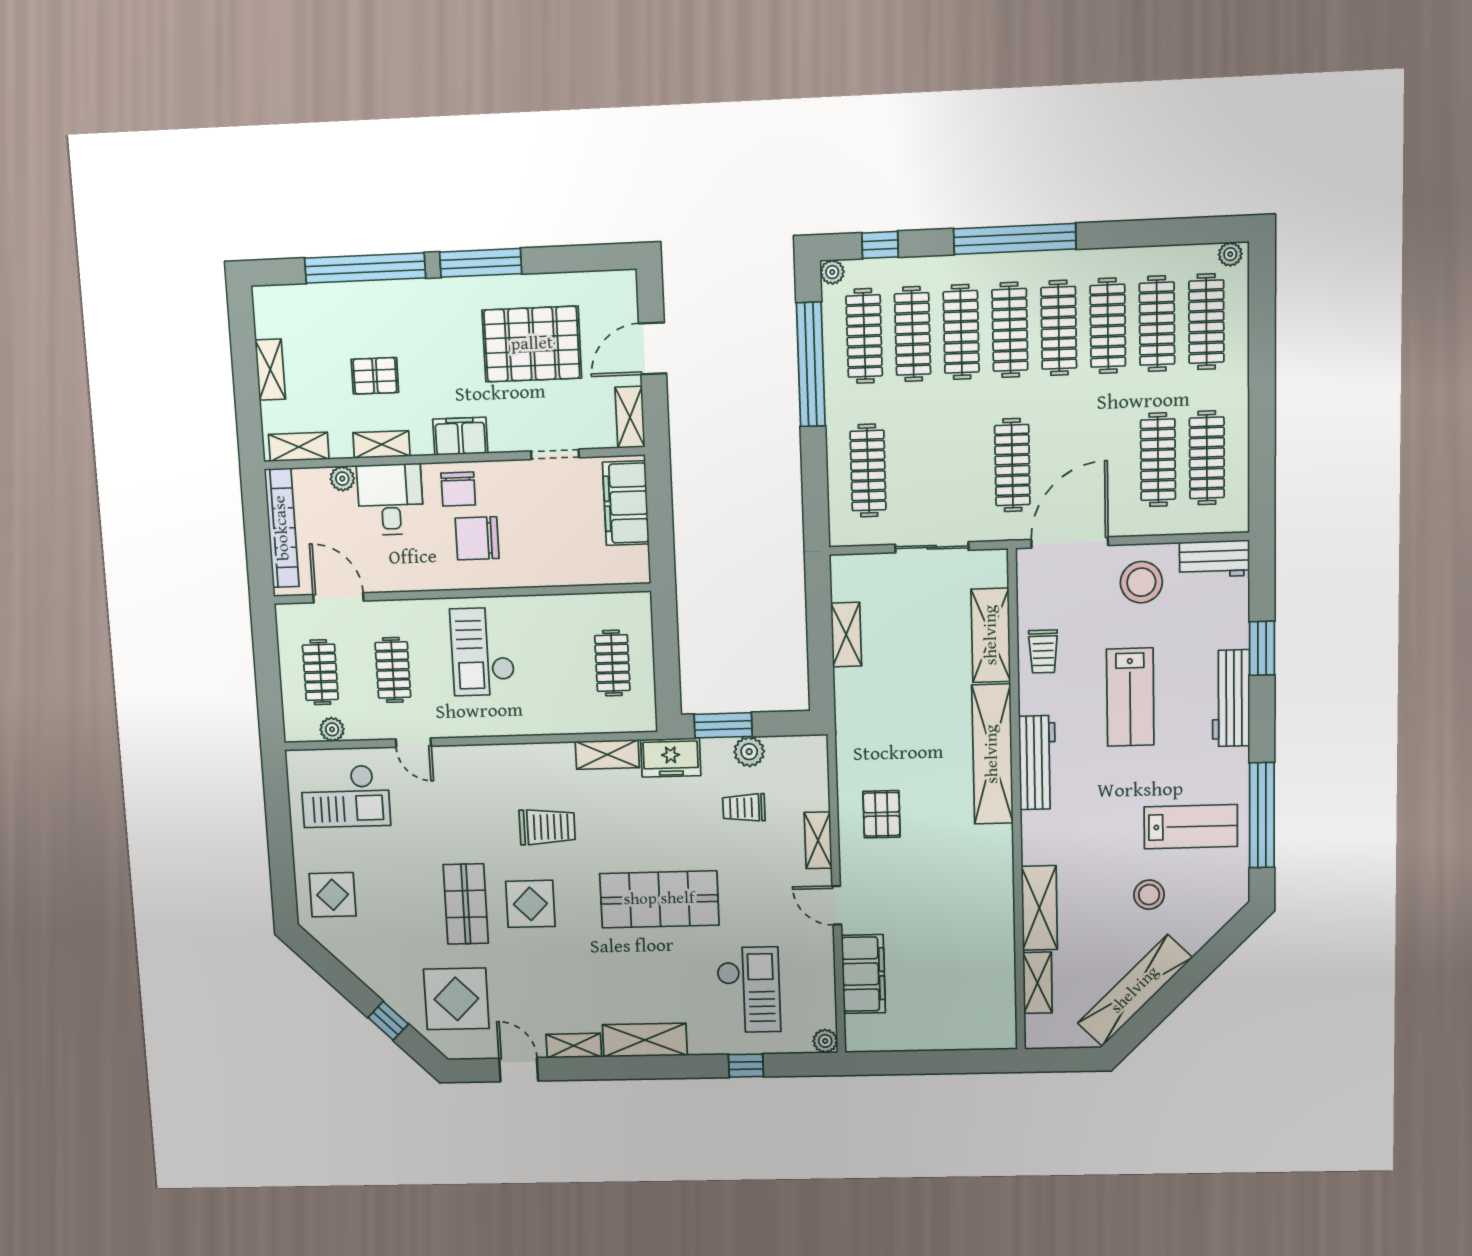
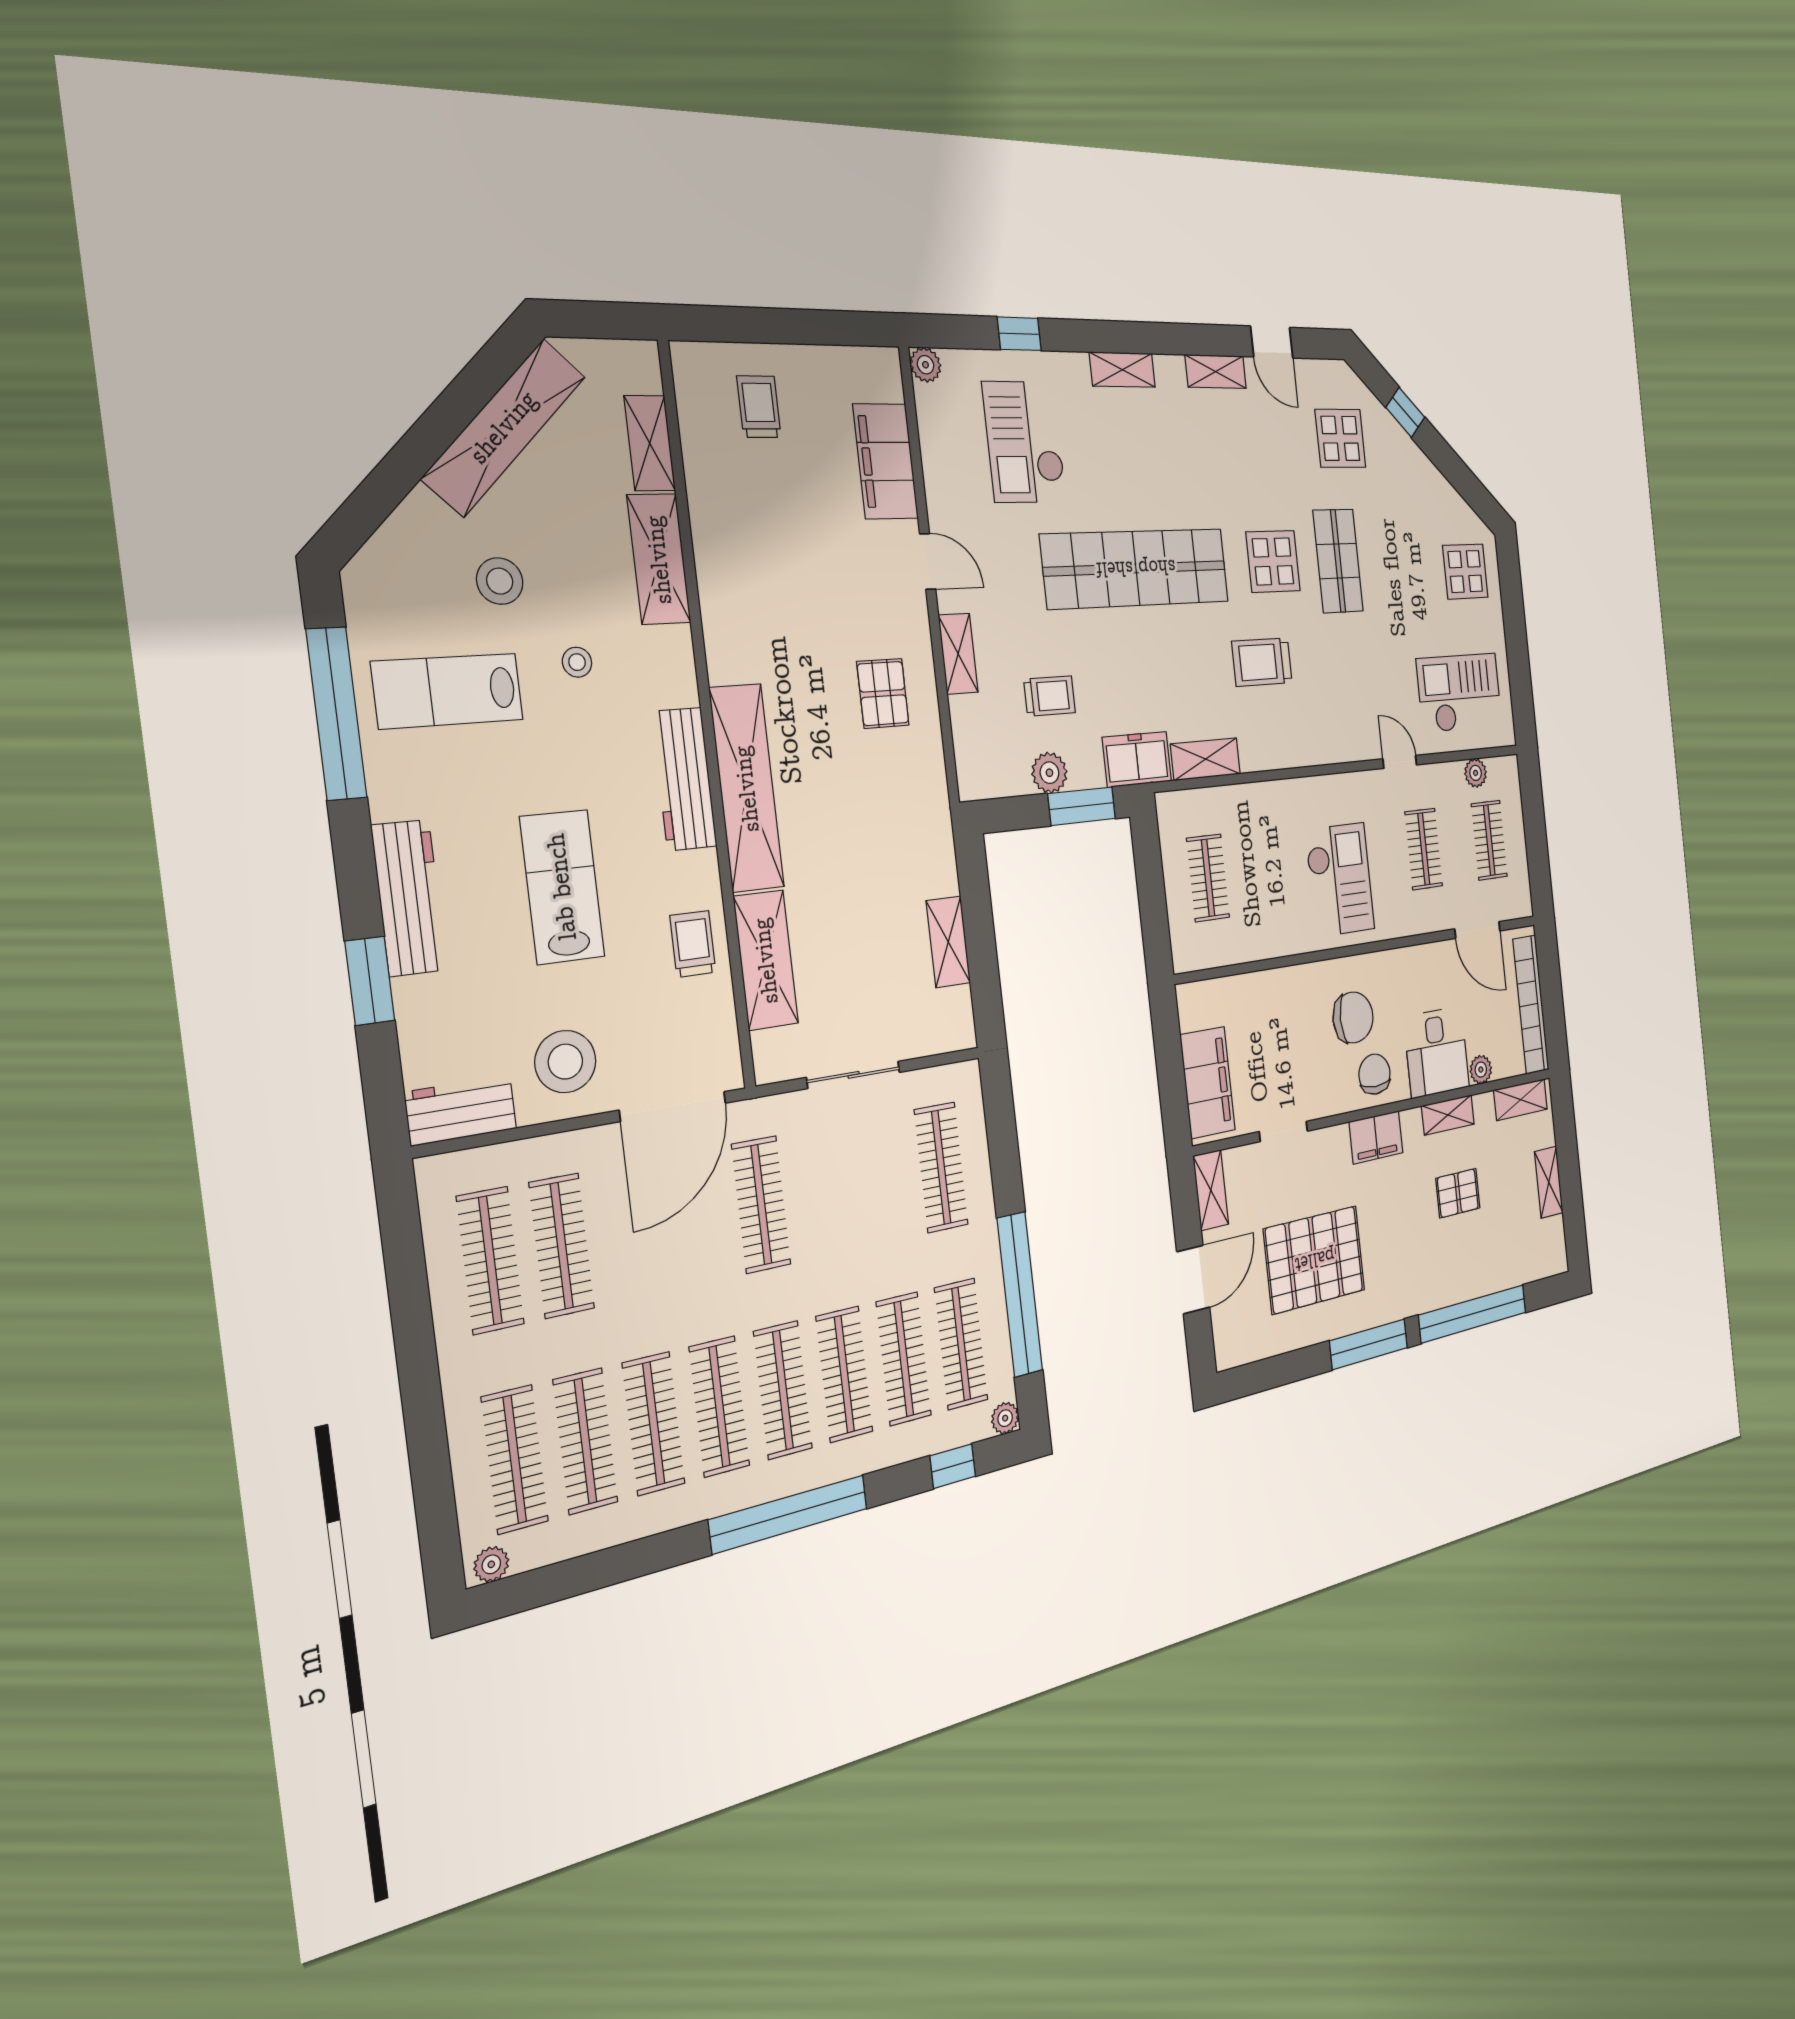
stool: (1104, 842) -> (577, 662), added
shop shelf: (659, 899) -> (1136, 568), width x1.40
display table: (456, 999) -> (1340, 438), width x0.73, depth x0.73
trolley: (956, 1008) -> (759, 407), added
shelving: (645, 1040) -> (1122, 370), width x0.67, depth x0.75

